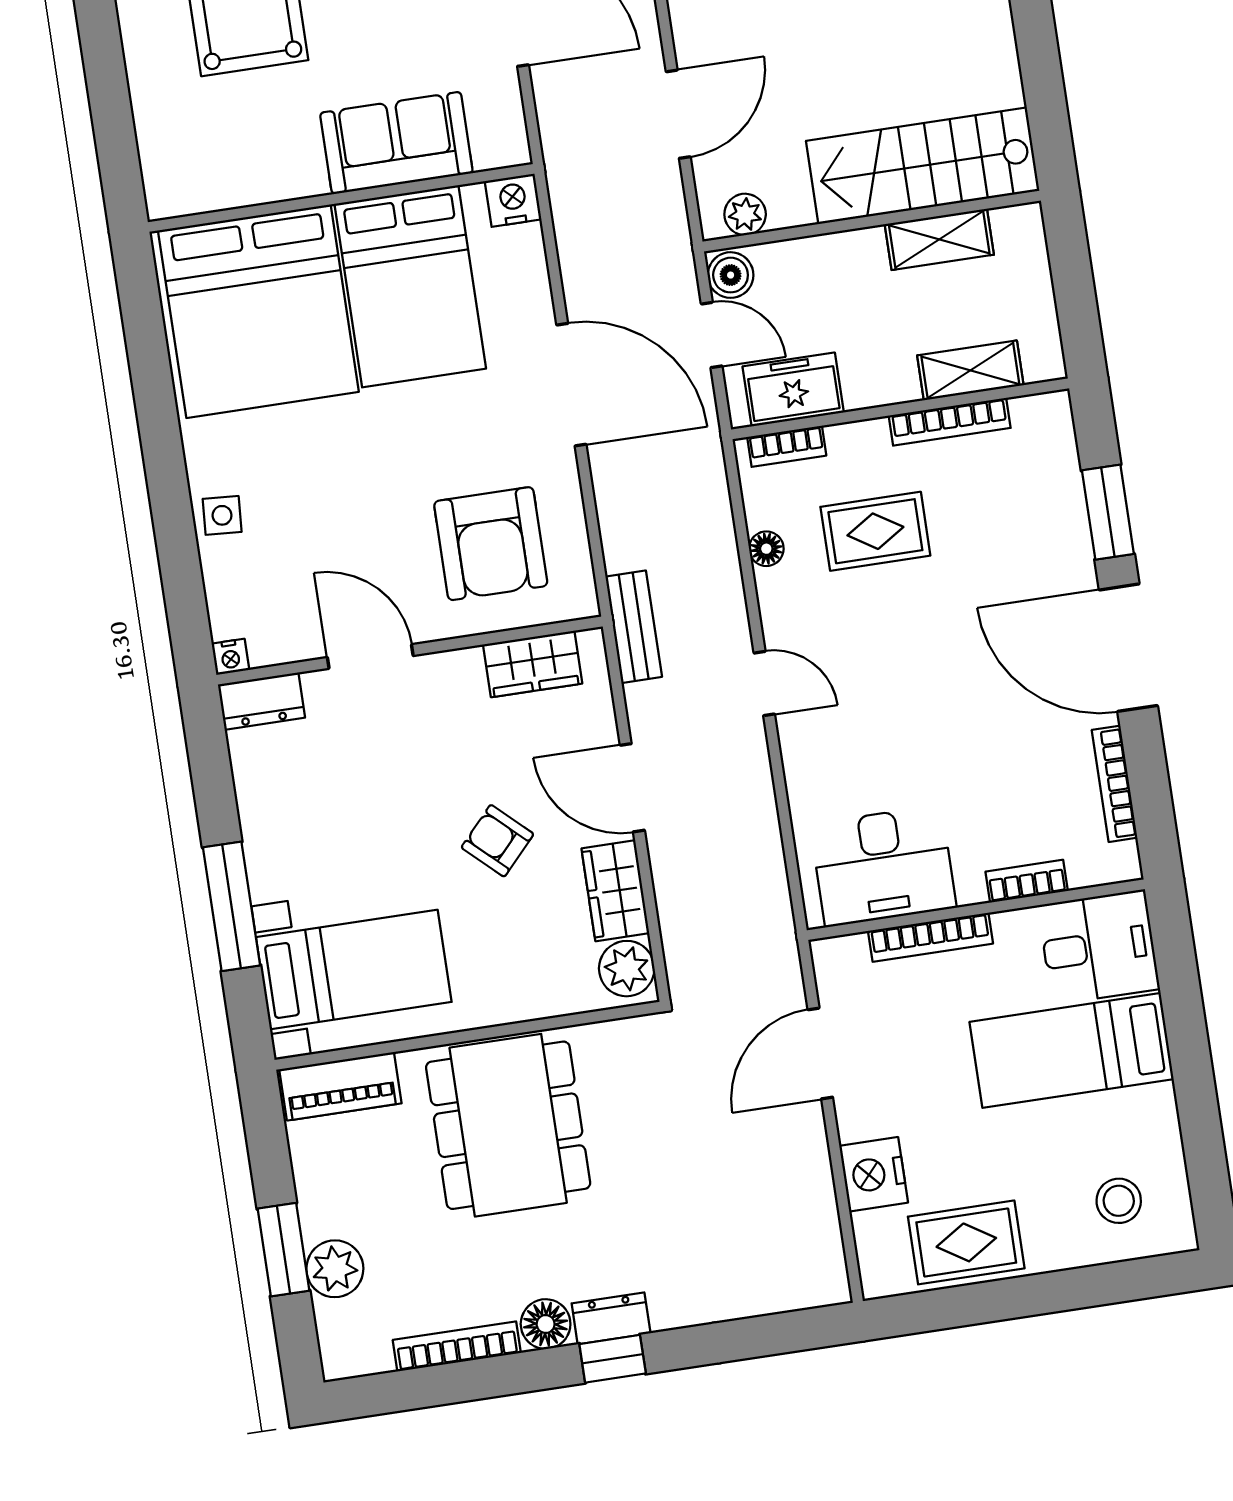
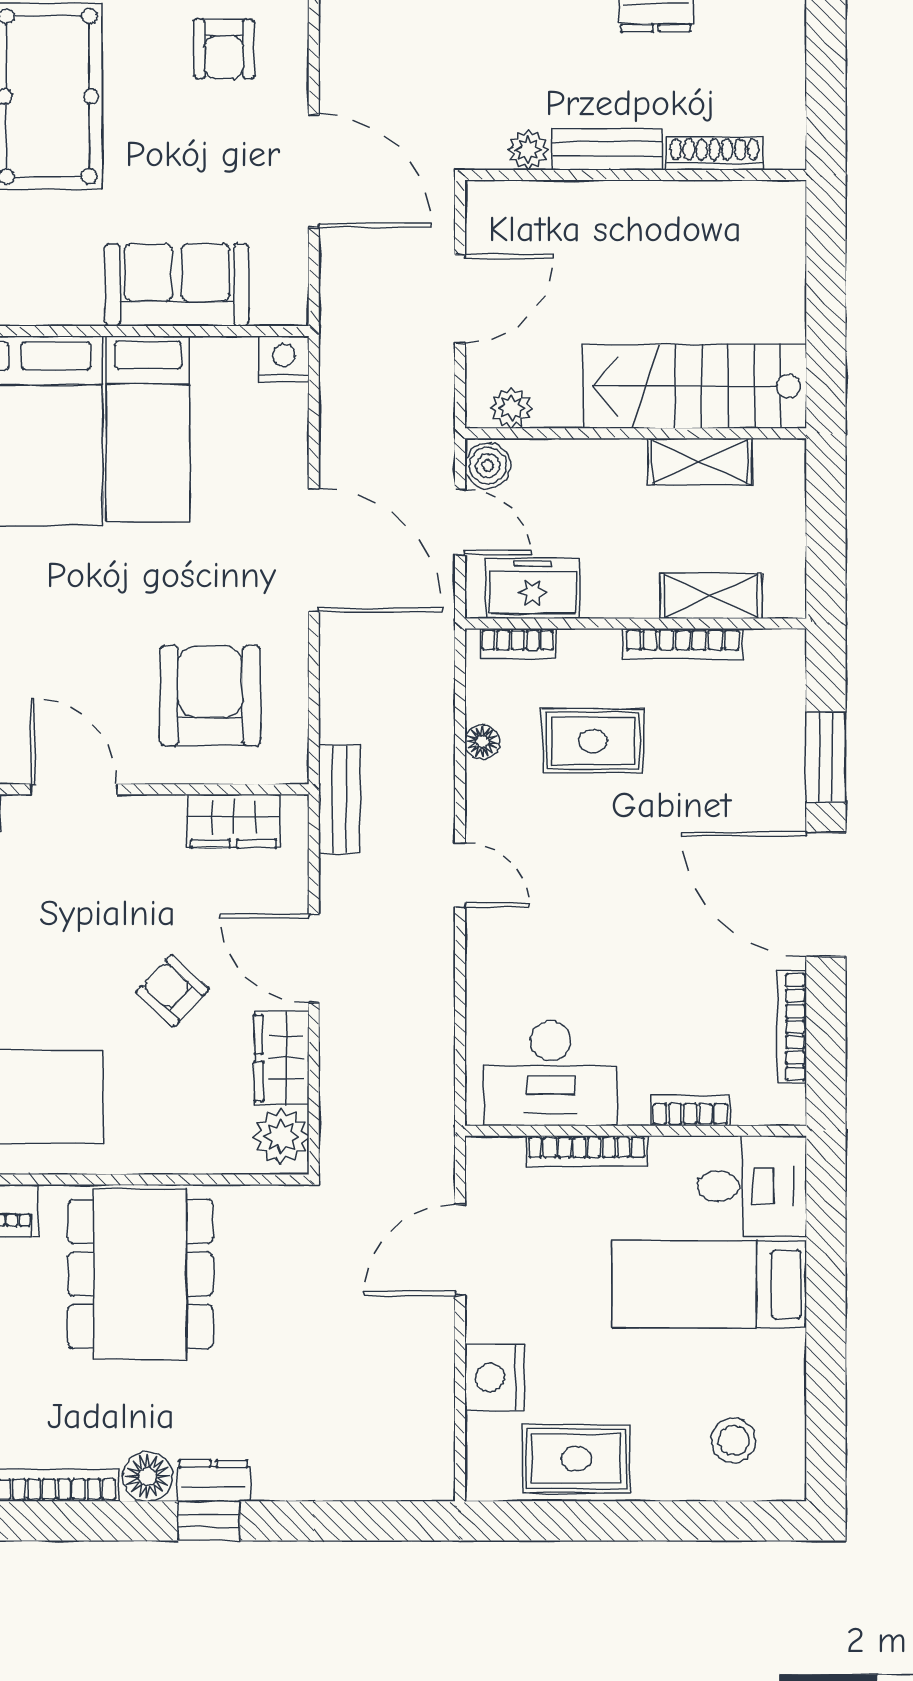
bed: (410, 286) -> (148, 429), width x0.67
armchair: (491, 544) -> (210, 696), turned 180

